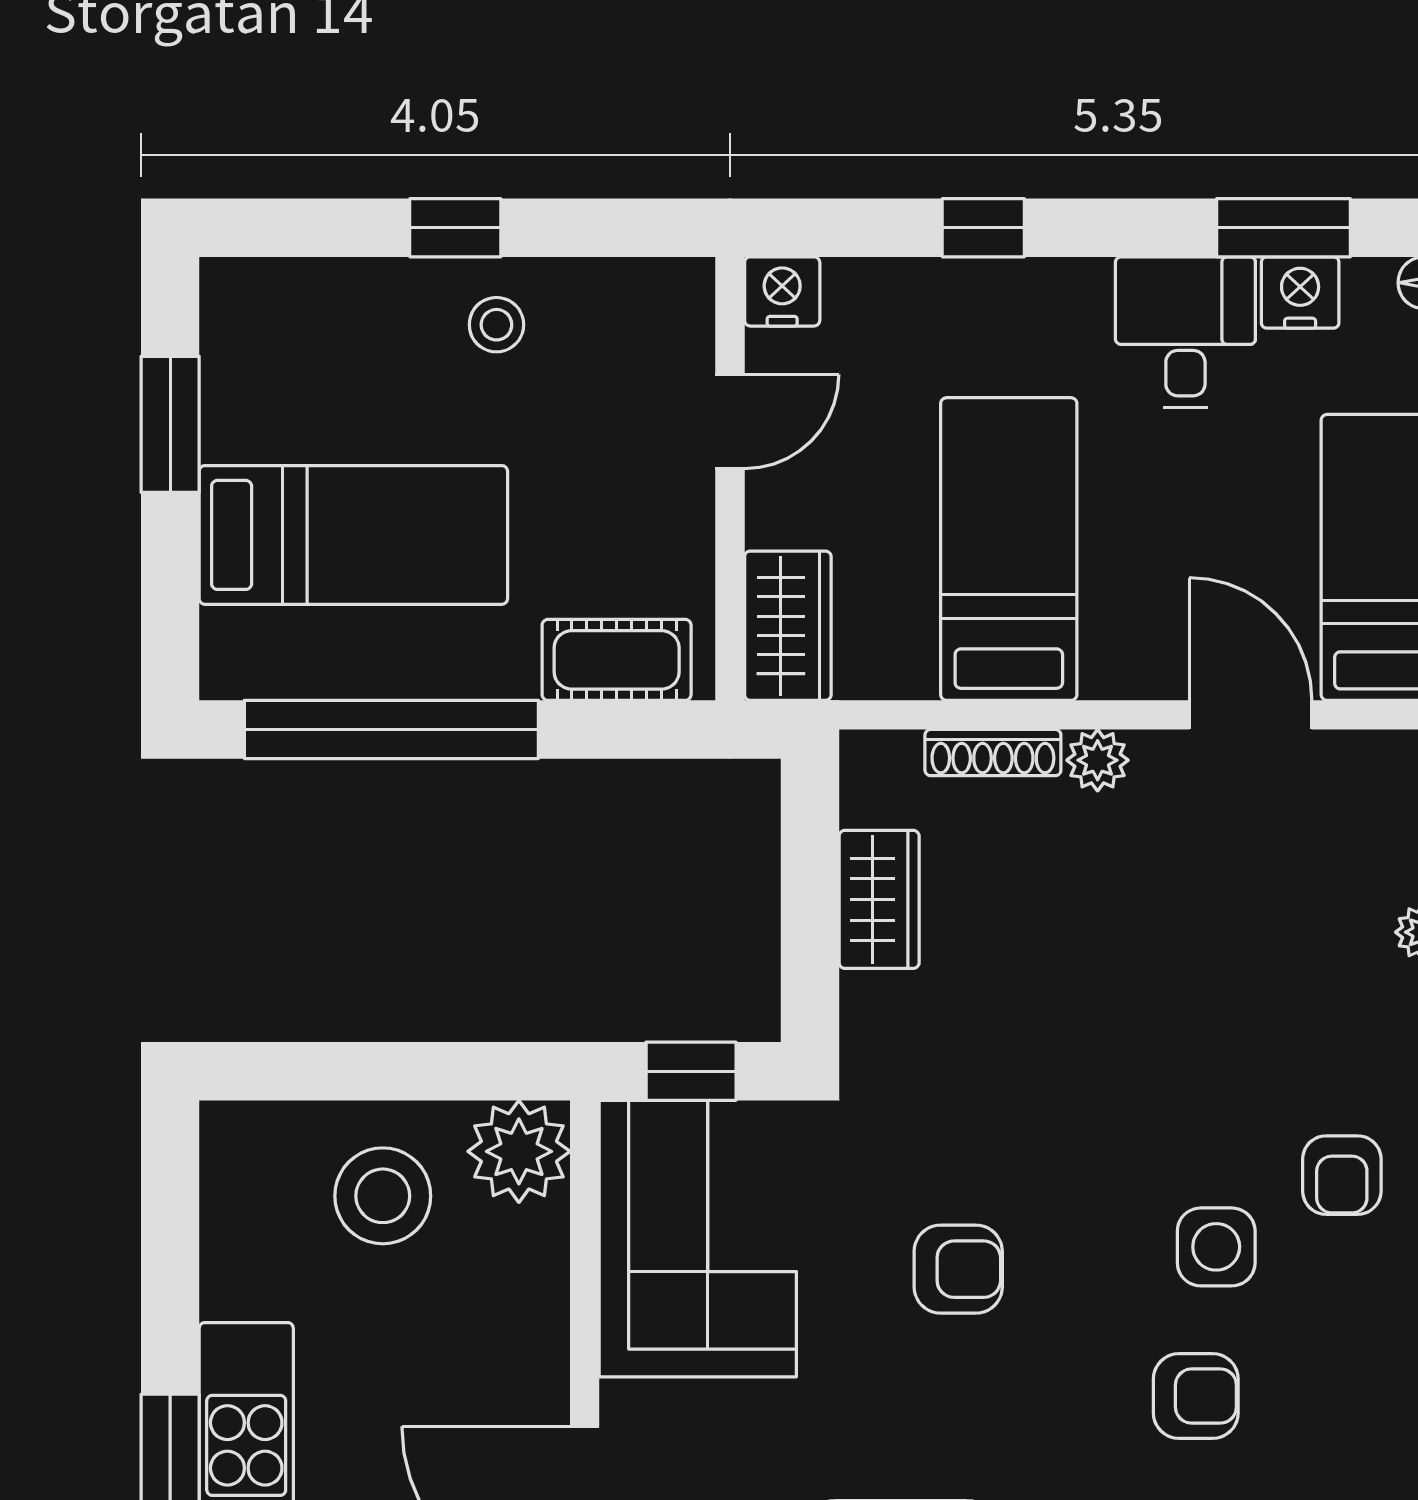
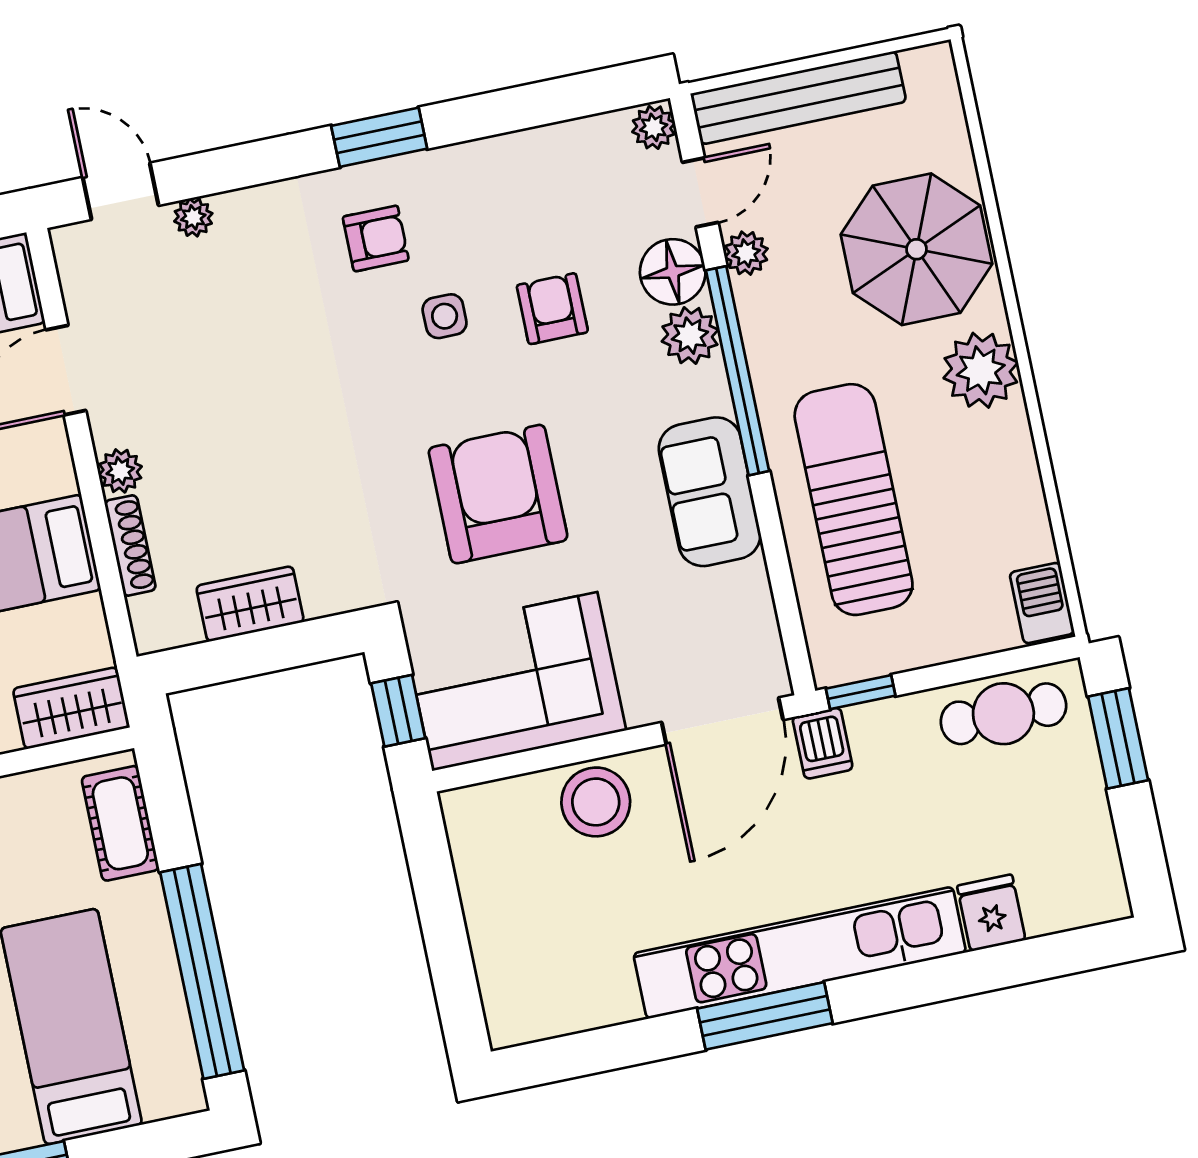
plant: (519, 1151) -> (480, 820), removed
stool: (383, 1196) -> (596, 802), moved
side table: (1216, 1247) -> (445, 316), width x0.73, depth x0.73
armchair: (958, 1269) -> (498, 494), width x1.88, depth x1.88

